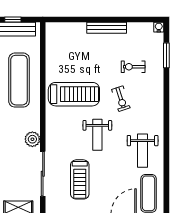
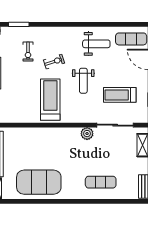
exercise mat: (19, 80) -> (39, 144), removed
weight bench: (97, 135) -> (83, 81), turned 90
treadmill: (80, 179) -> (120, 95), turned 180

